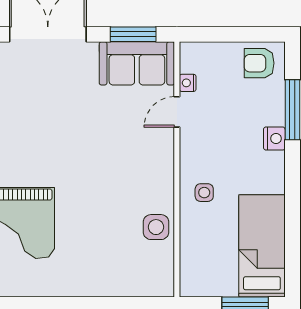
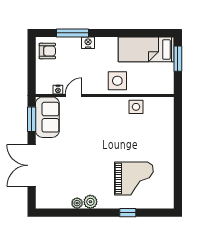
armchair: (259, 63) -> (47, 51), turned -90
door: (177, 112) -> (74, 96), swing flipped
side table: (204, 193) -> (117, 81), width x1.87, depth x1.87

